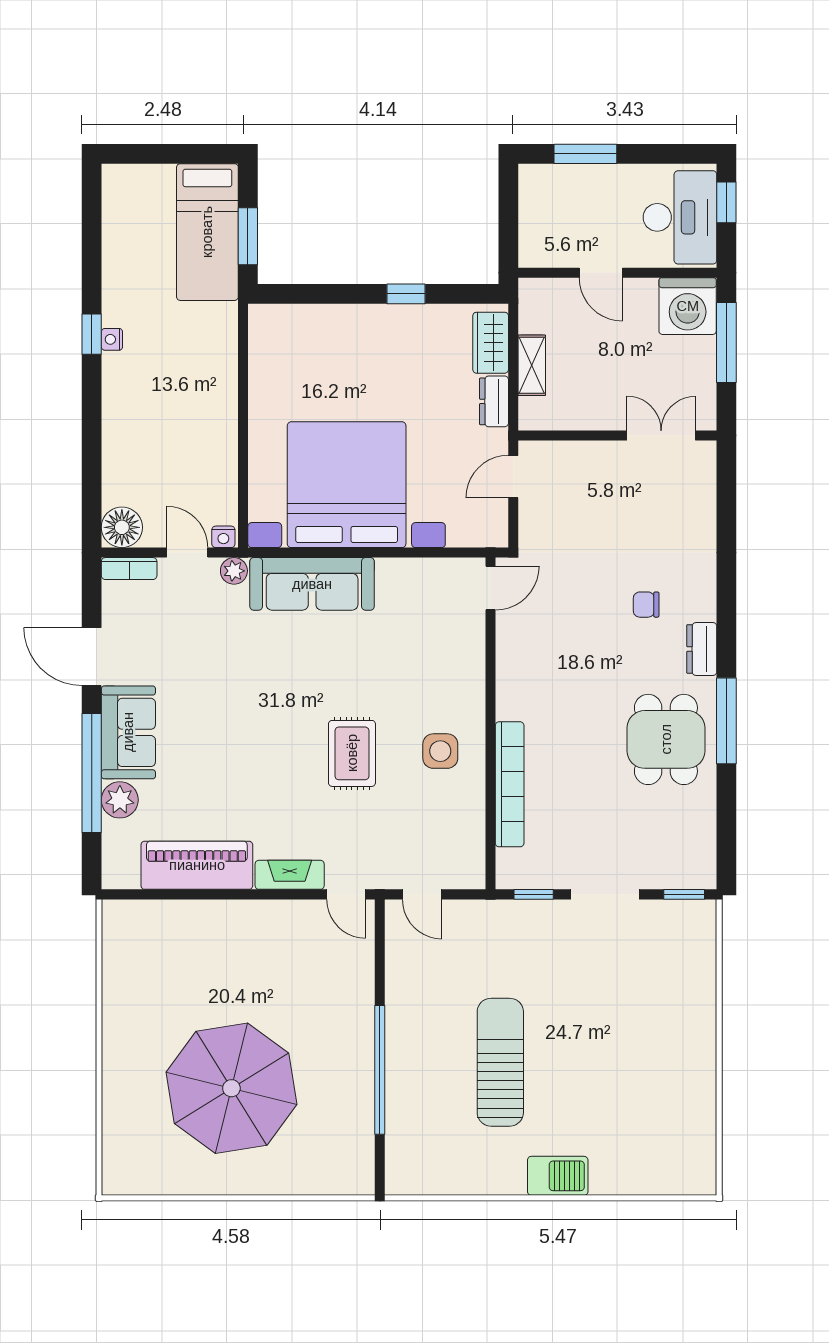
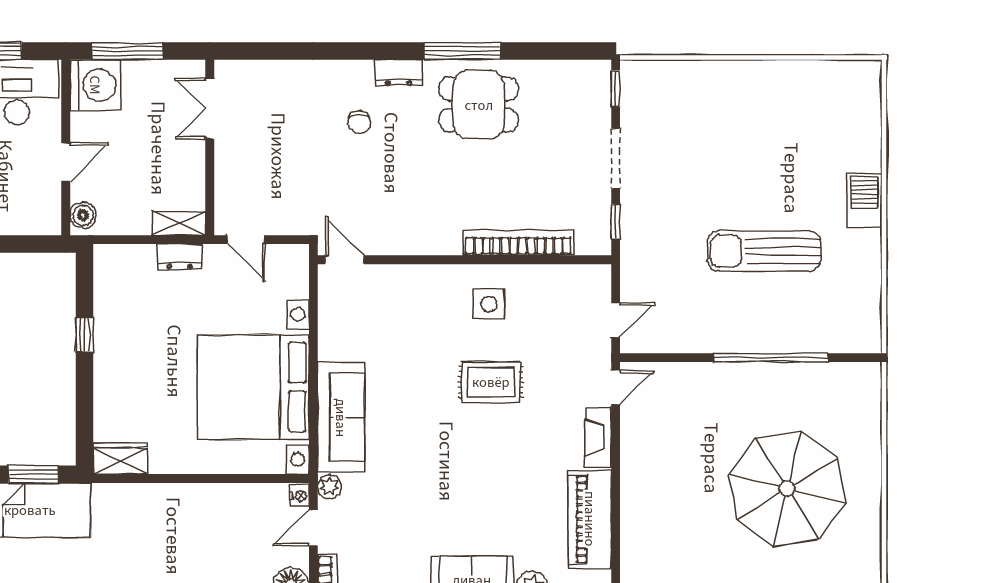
boiler: (541, 292) -> (83, 215), added
wardrobe: (491, 343) -> (120, 459), moved, turned 180
shelving: (532, 365) -> (179, 223), moved

